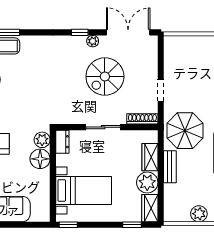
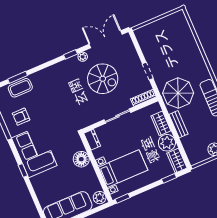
spiral stairs: (105, 77) -> (103, 79), turned -90
plant: (42, 140) -> (100, 198), moved

